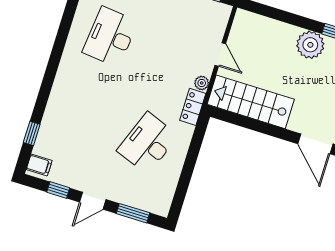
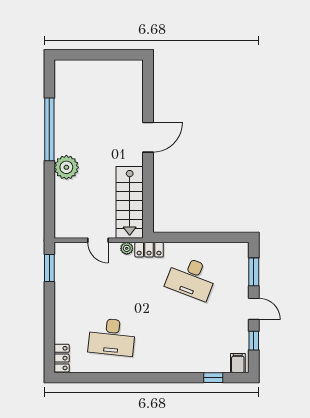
door: (220, 55) -> (98, 240), swing flipped

